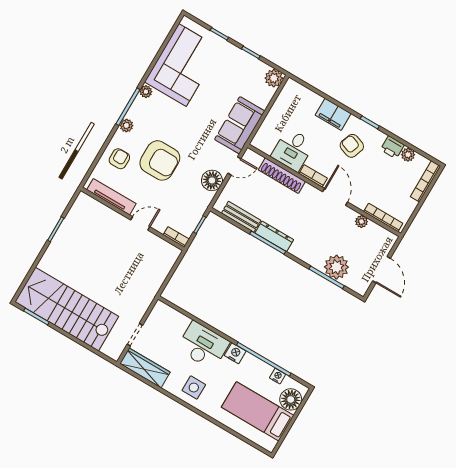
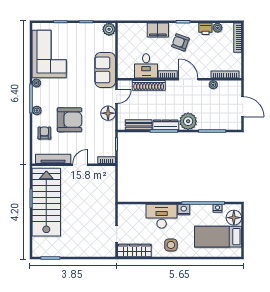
plant: (336, 267) -> (188, 121), moved
stairs: (67, 309) -> (46, 202), moved, turned 90

